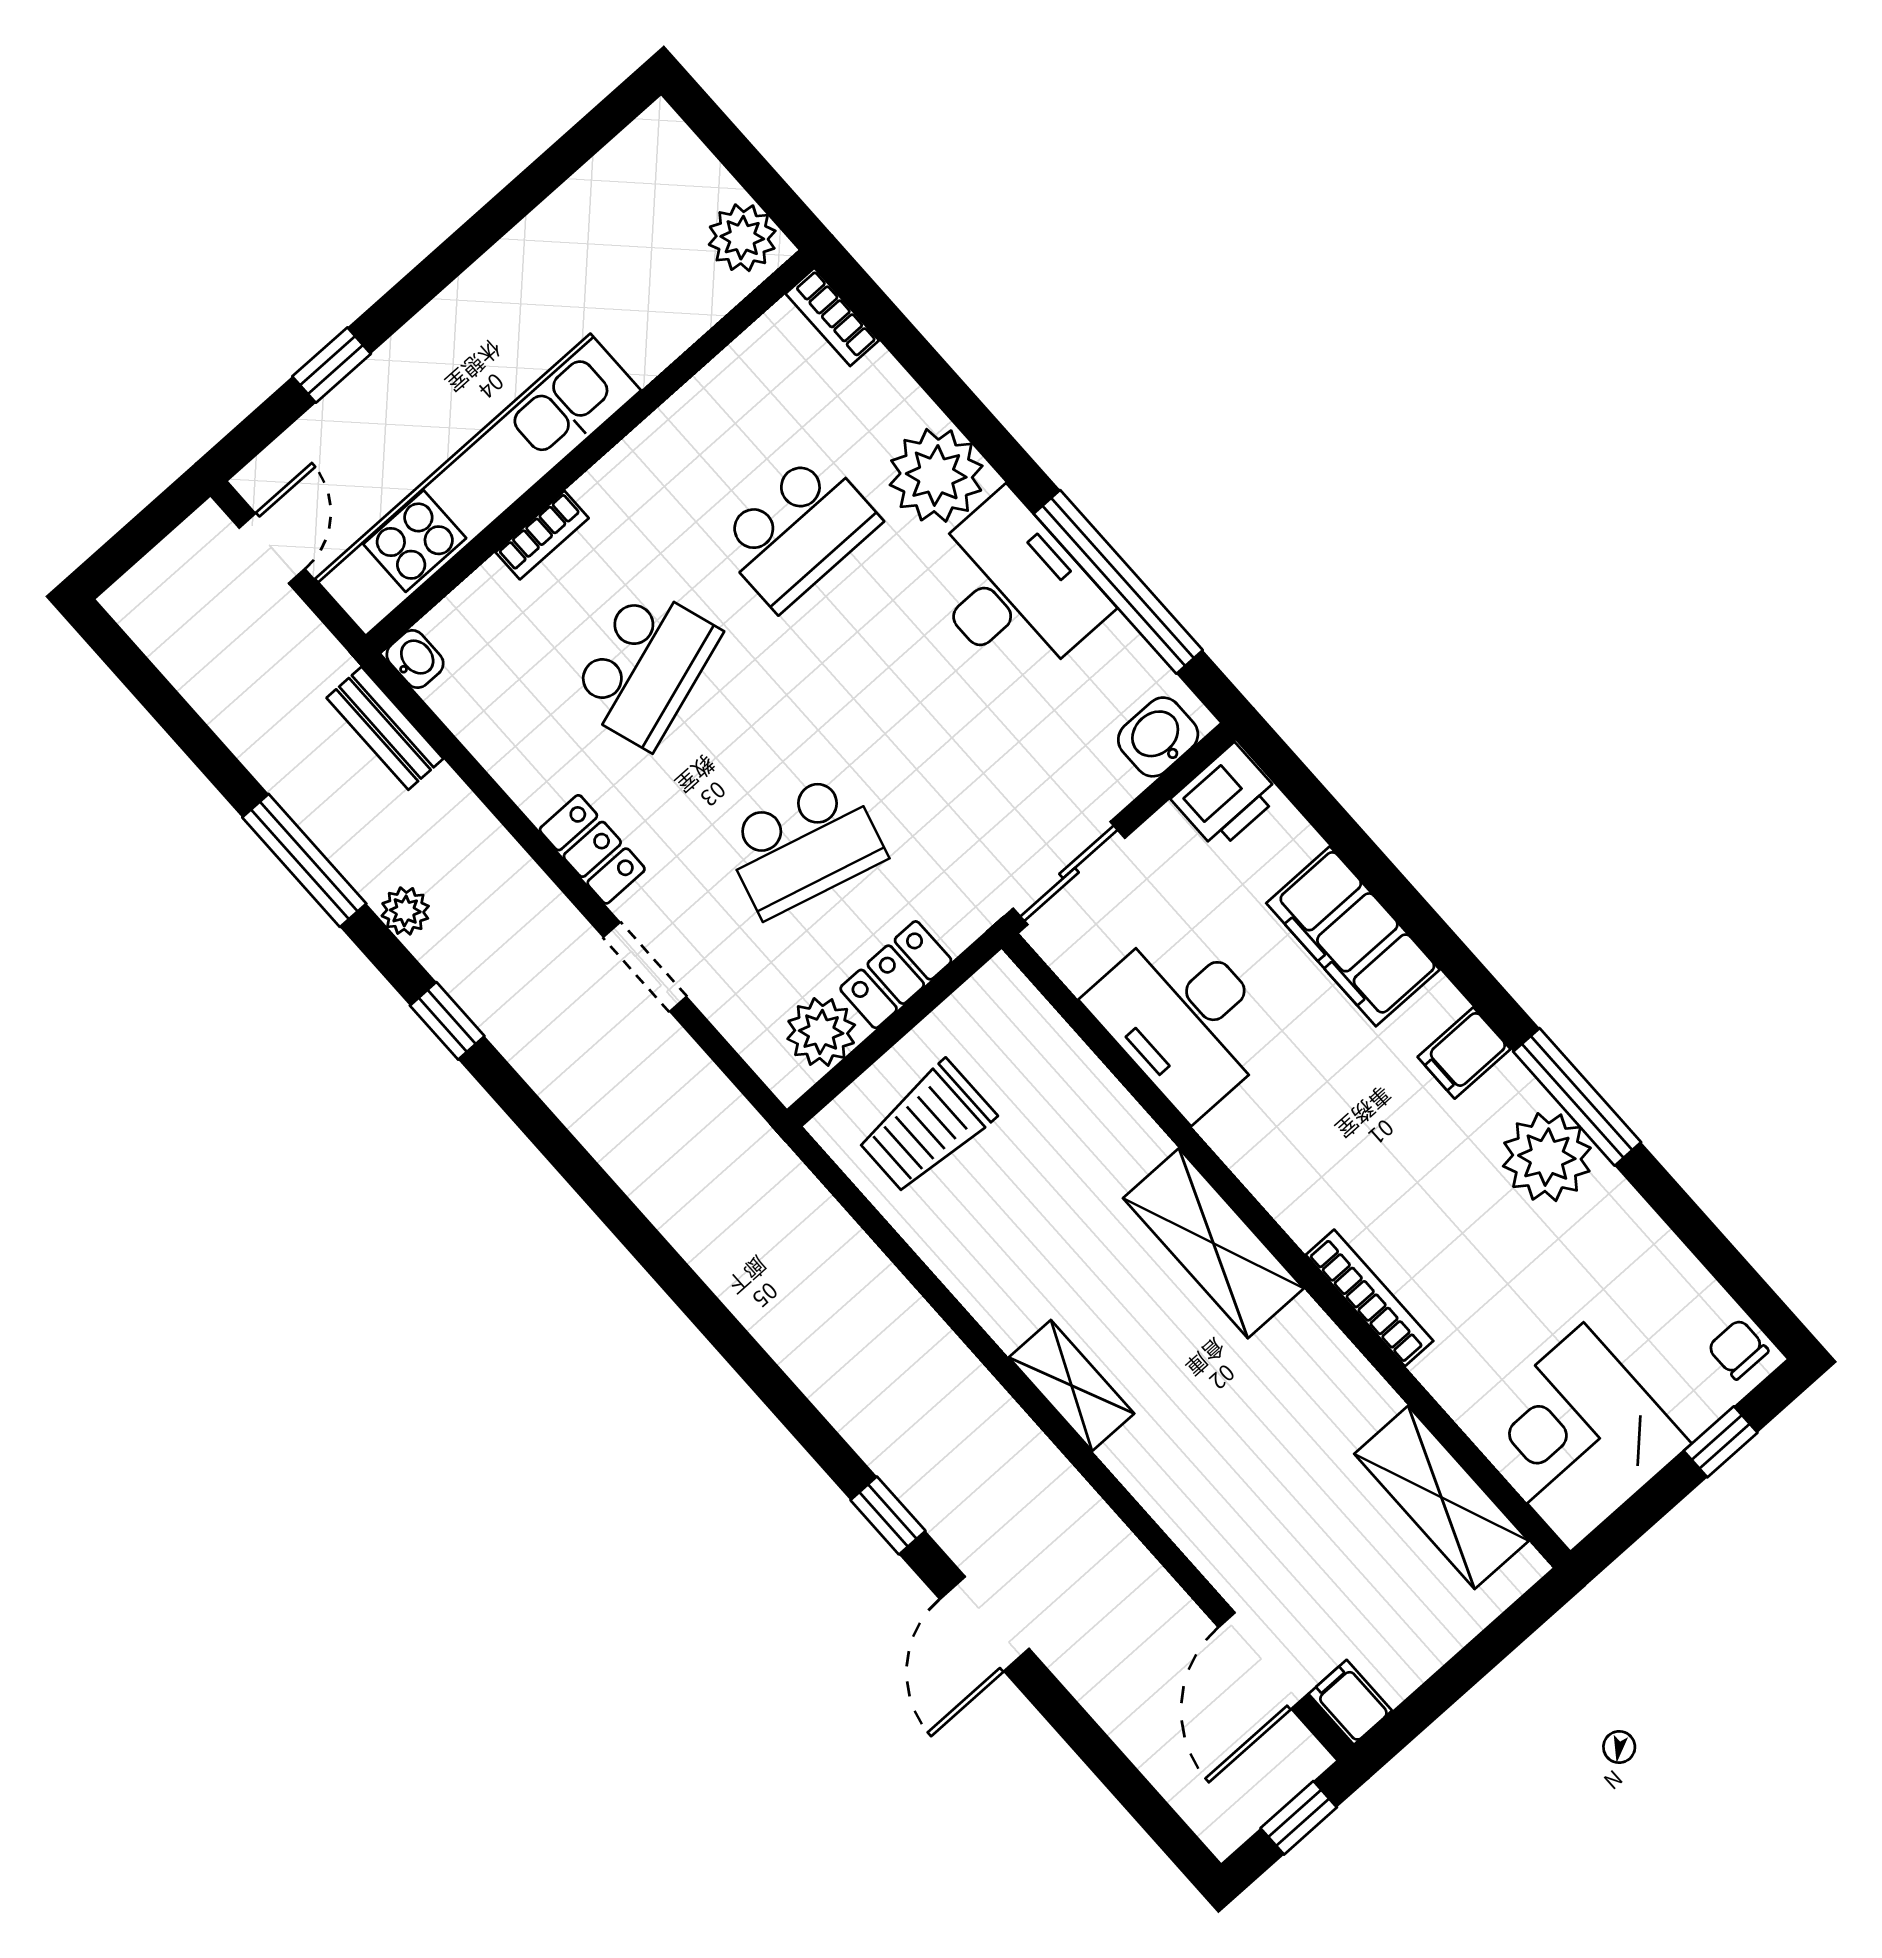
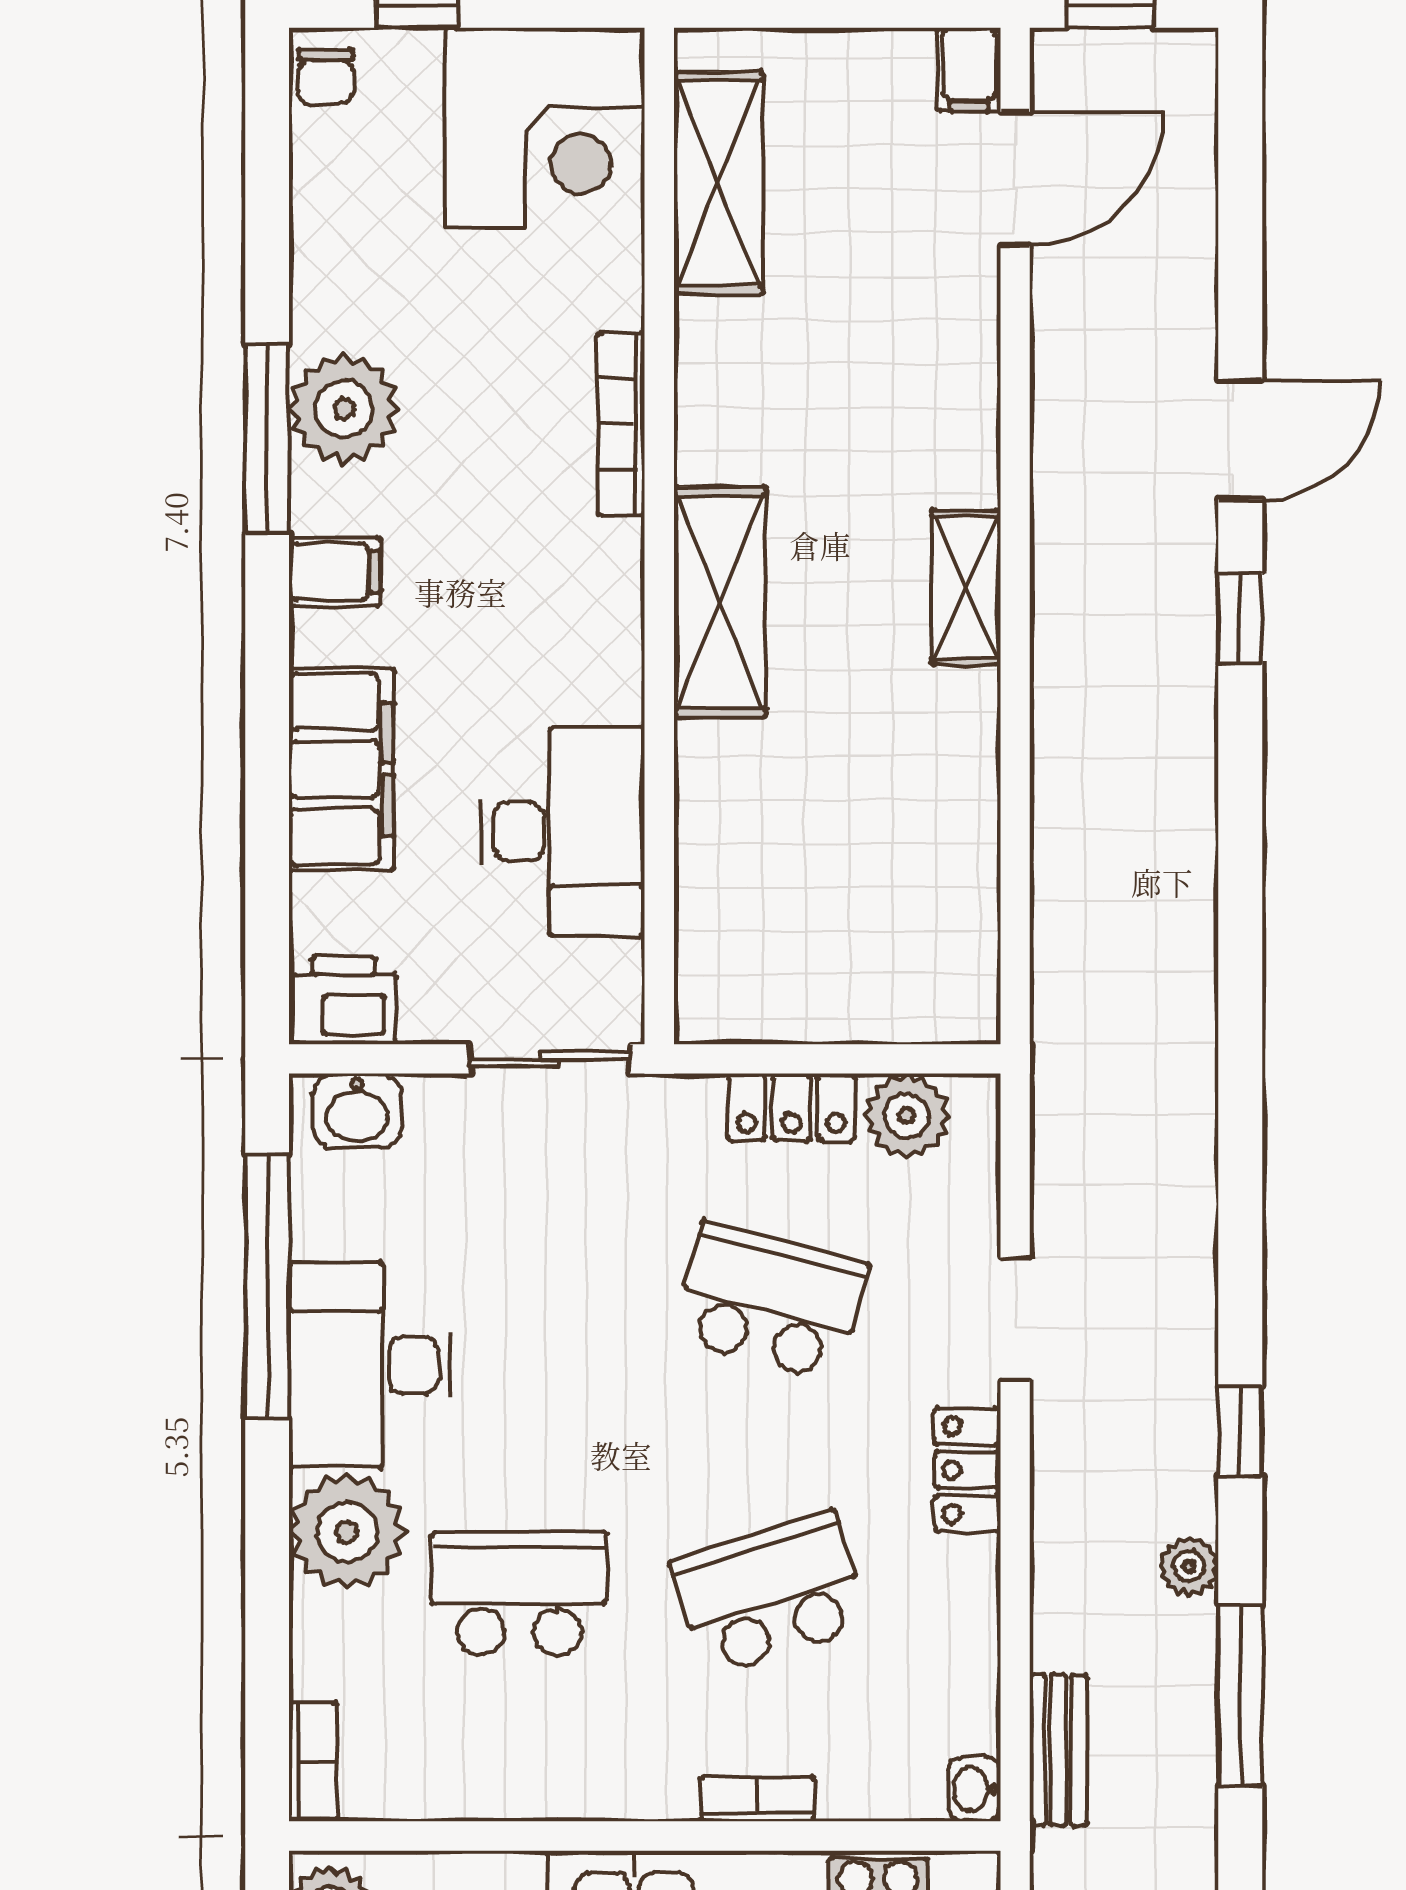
trolley: (926, 1127) -> (888, 943), removed

